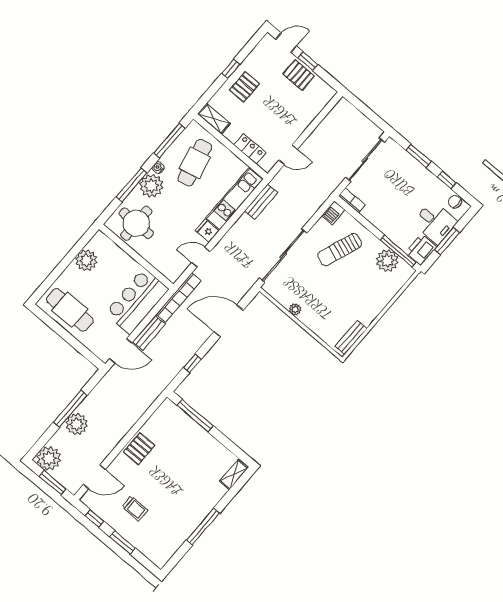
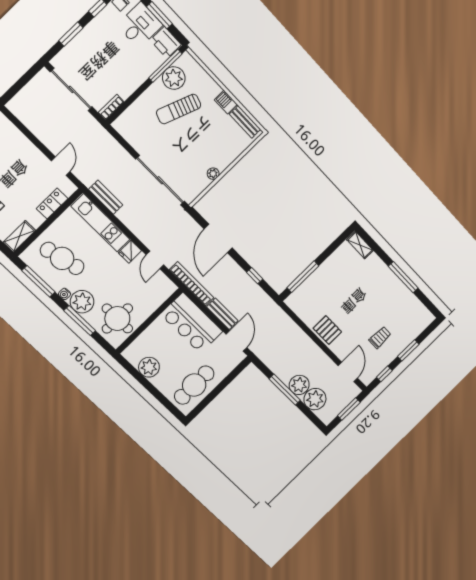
barbecue: (333, 213) -> (226, 102), moved, turned 180
sun lounger: (340, 250) -> (179, 109), moved, turned 90
plant: (49, 458) -> (315, 399), moved

